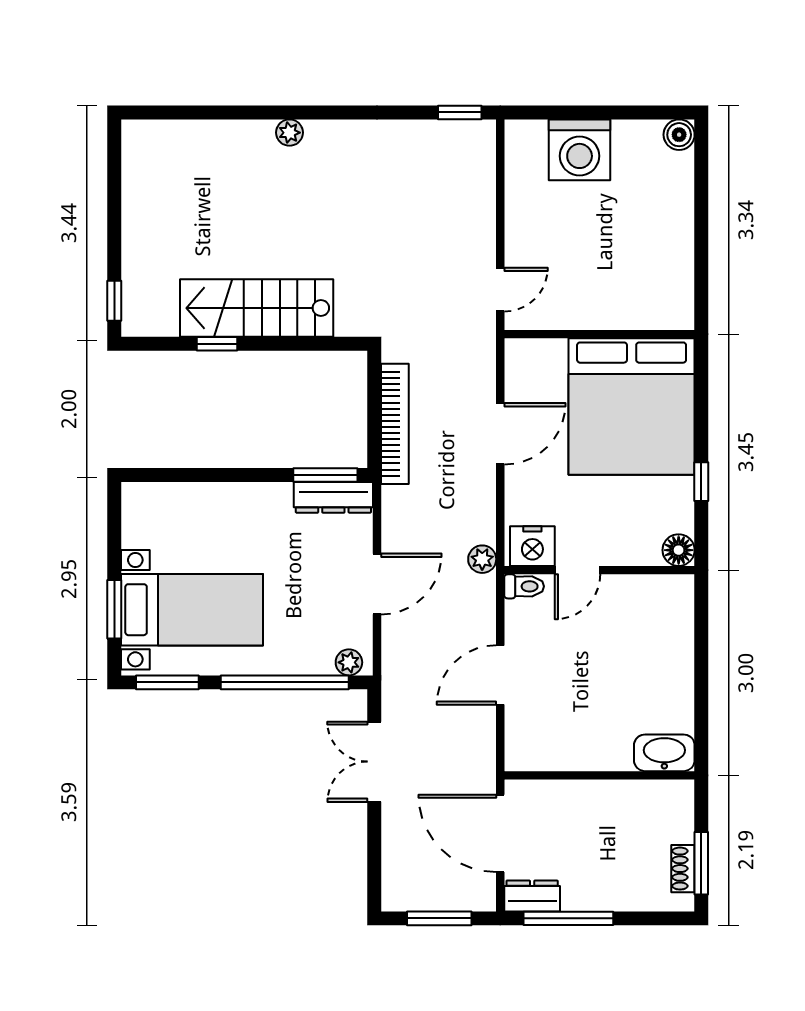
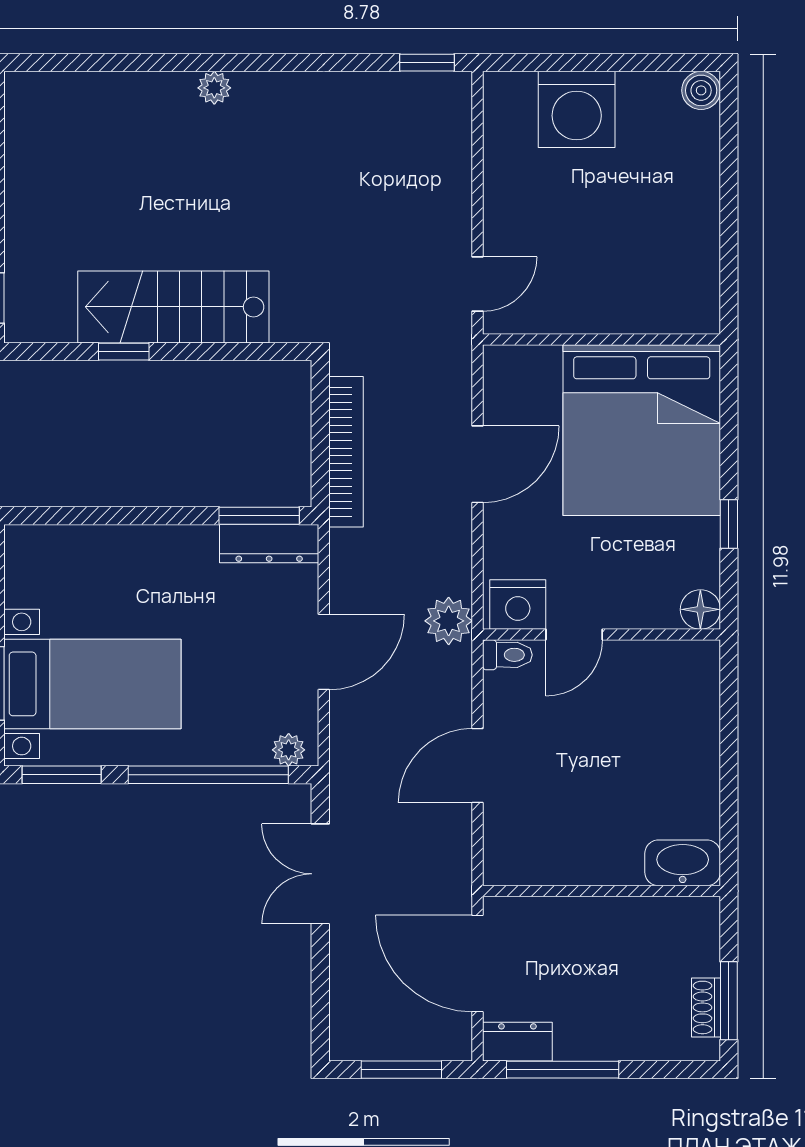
plant: (482, 559) -> (449, 621), width x1.38, depth x1.38

